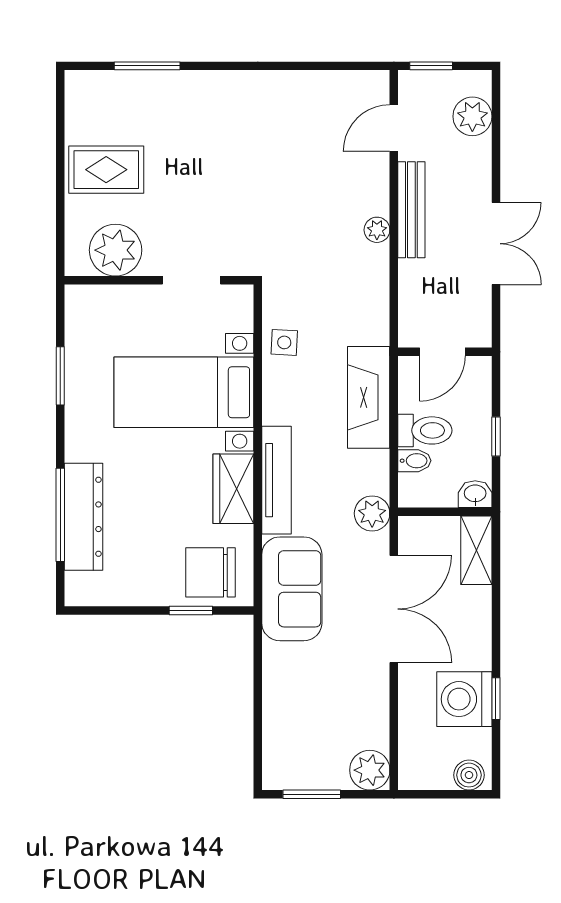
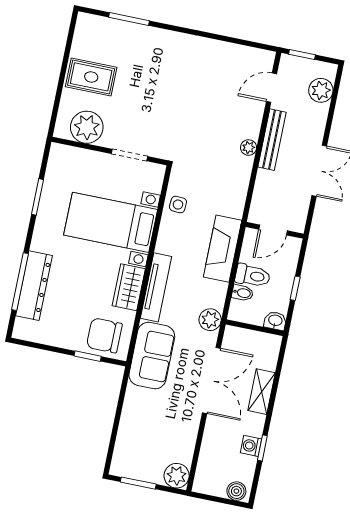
shelving: (476, 550) -> (262, 392), moved
washing machine: (464, 699) -> (251, 446), width x0.53, depth x0.53

